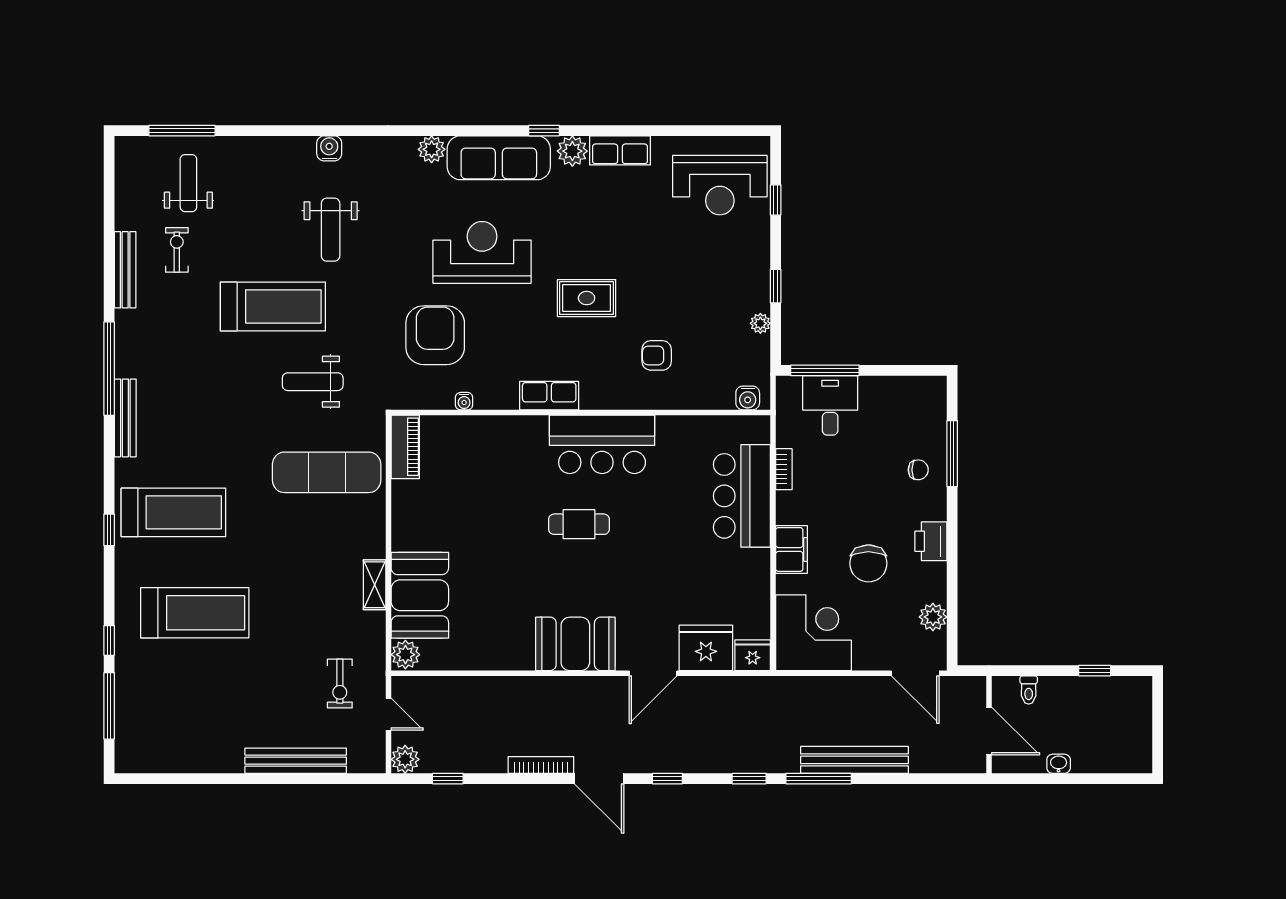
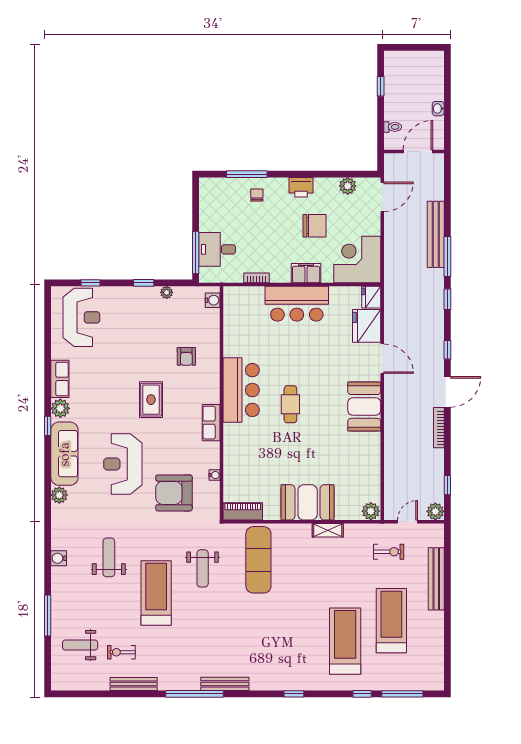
window: (182, 131) -> (48, 615), moved
weight bench: (331, 230) -> (109, 557), turned -90
bar counter: (742, 496) -> (297, 304), moved
treadmill: (173, 512) -> (391, 621), moved
booth: (420, 595) -> (308, 502), moved

